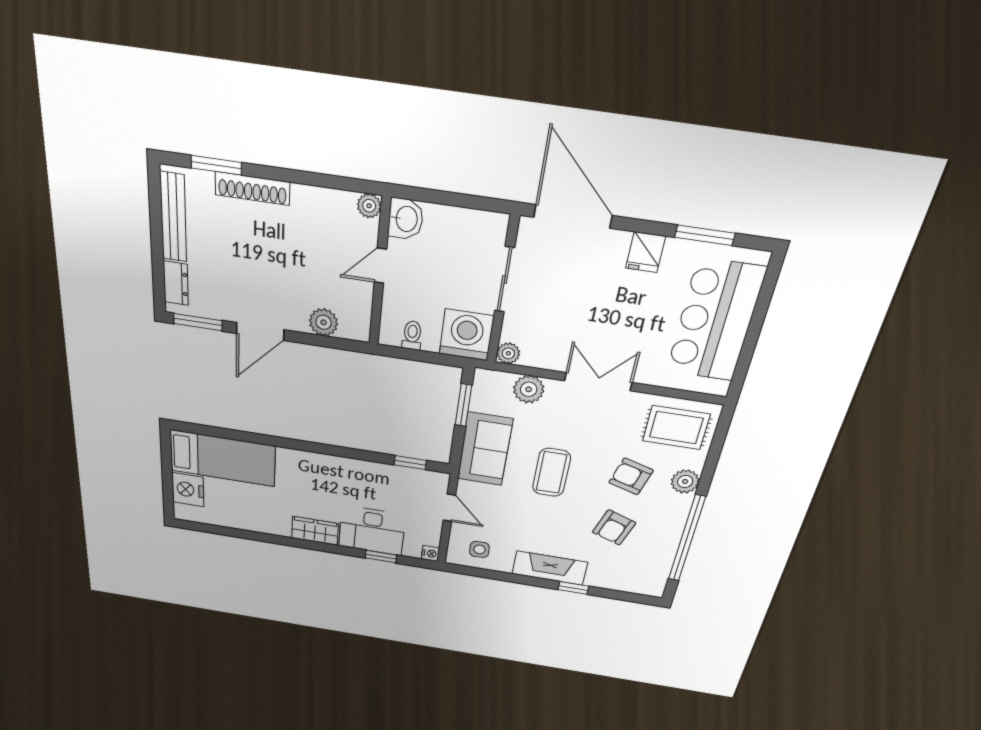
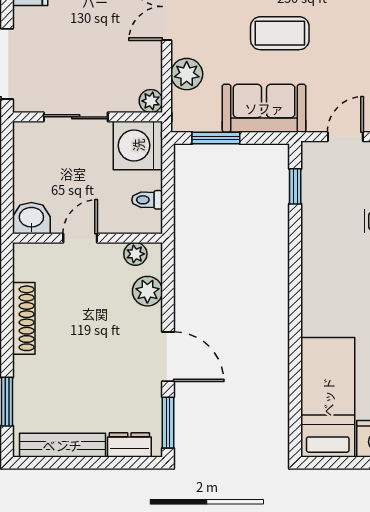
shoe rack: (252, 189) -> (24, 318), moved
plant: (369, 206) -> (135, 254), moved
door: (380, 266) -> (80, 238), swing flipped

